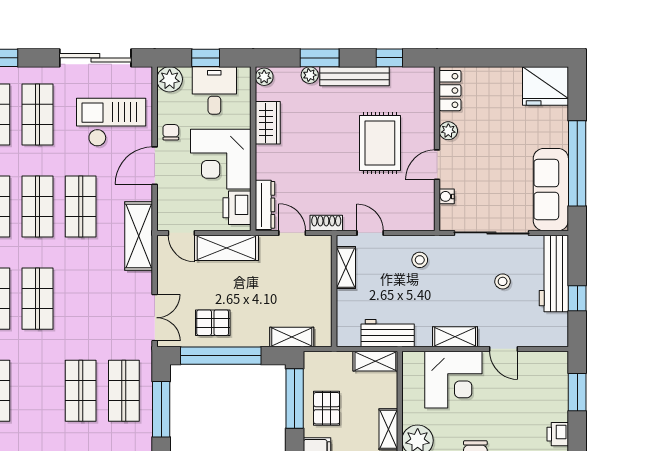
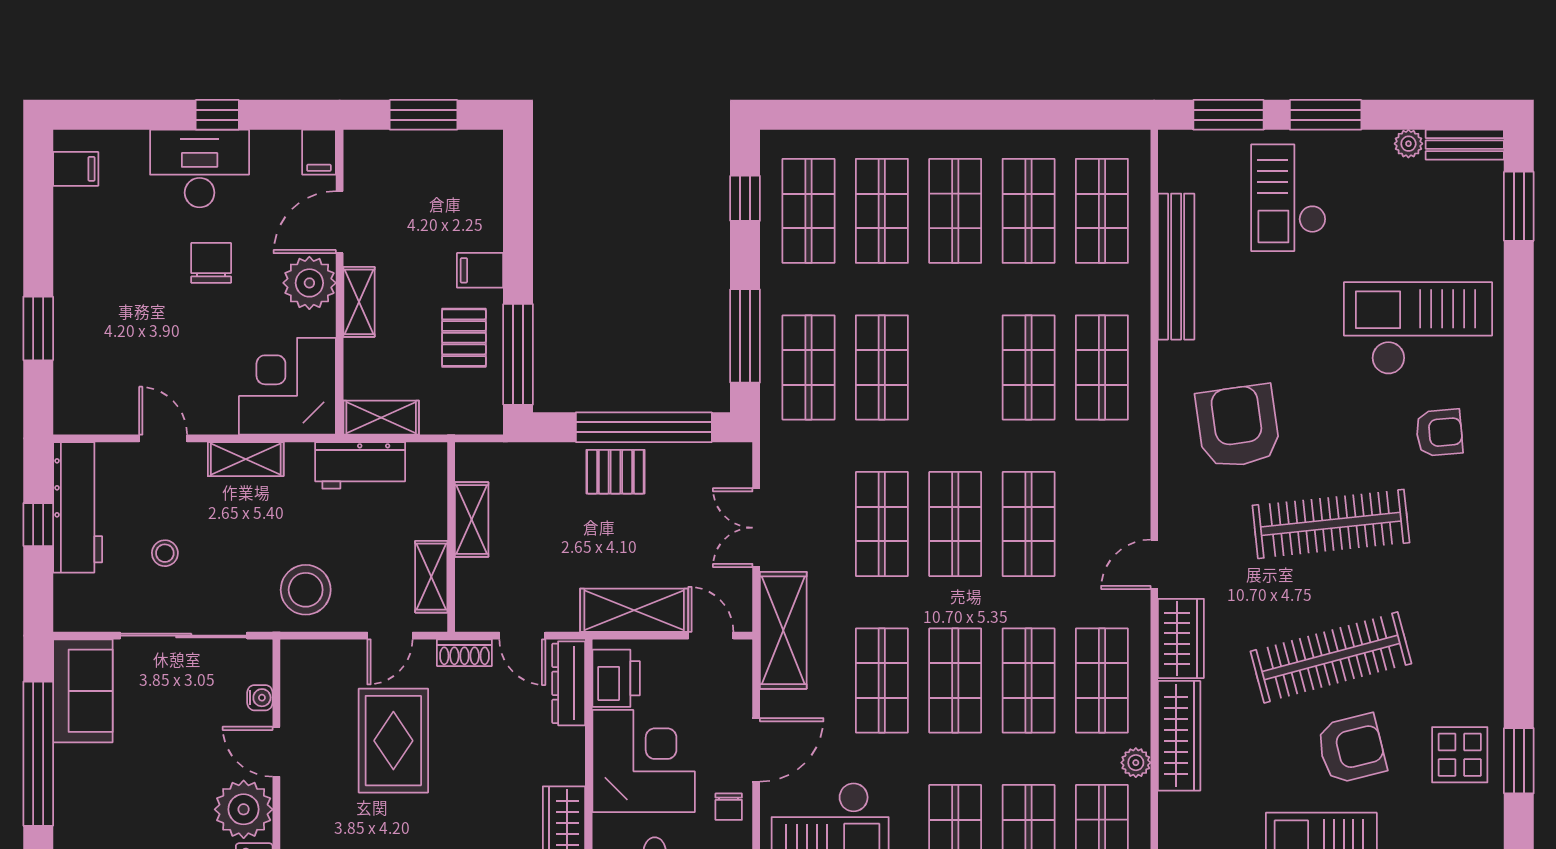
plant: (448, 131) -> (244, 809), width x1.88, depth x1.88
rug: (380, 143) -> (393, 741), moved
door: (437, 165) -> (276, 752), swing flipped
sofa: (551, 190) -> (83, 691), width x0.73
door: (370, 233) -> (390, 636), hinge flipped
stool: (420, 260) -> (306, 590), width x1.89, depth x1.89
workbench: (554, 274) -> (78, 507), moved
shop shelf: (81, 299) -> (882, 524), added
double door: (155, 318) -> (756, 528), moved
pallet: (213, 323) -> (615, 472), moved
shelving: (292, 337) -> (472, 519), moved, turned 90
corner desk: (453, 380) -> (287, 386), moved
window: (577, 392) -> (38, 328), moved
printer: (558, 434) -> (71, 294), removed

